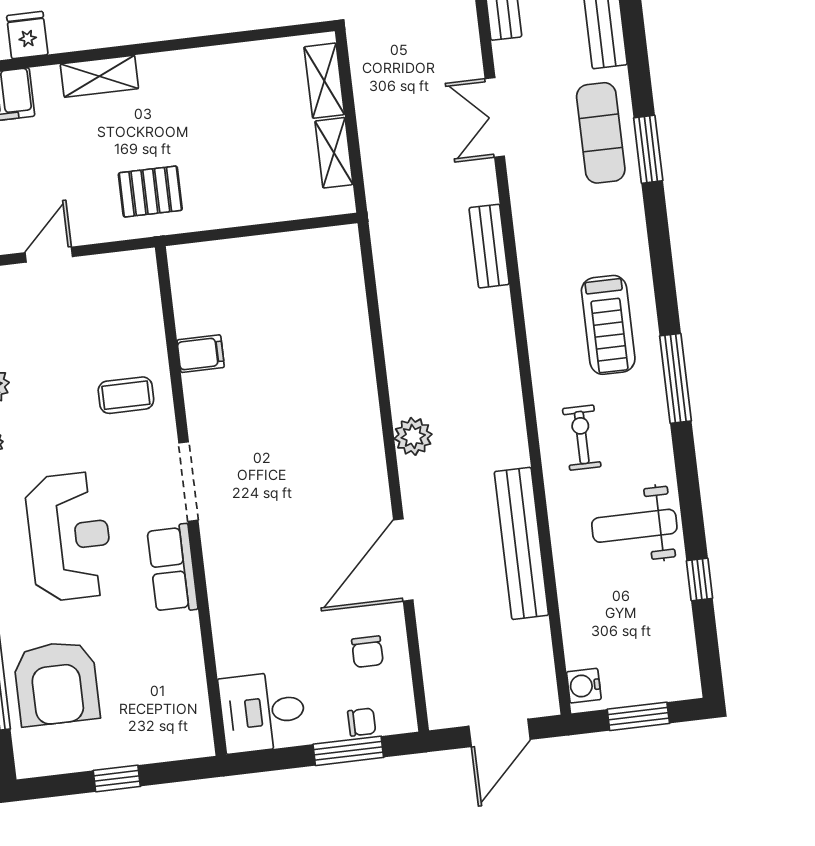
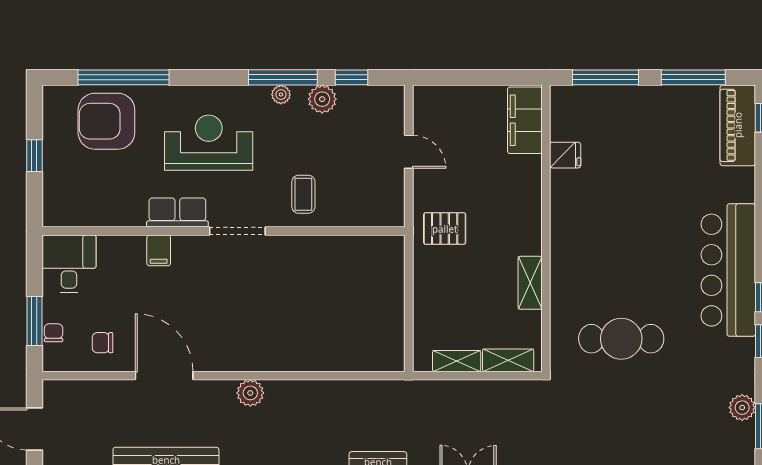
shelving: (99, 76) -> (530, 283), moved
pallet: (150, 192) -> (445, 229), turned 90
filing cabinet: (201, 354) -> (159, 250), moved
reception desk: (69, 537) -> (209, 143), turned 180
chair: (362, 722) -> (54, 333), turned 180

